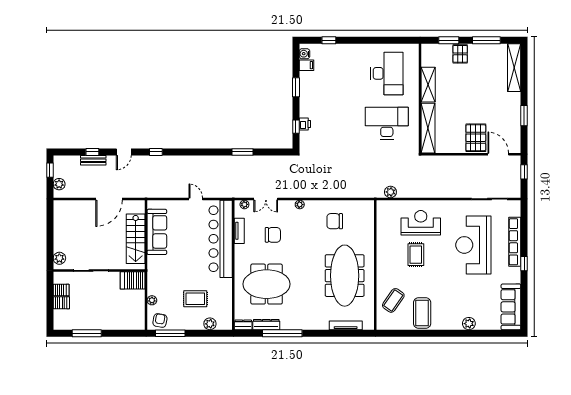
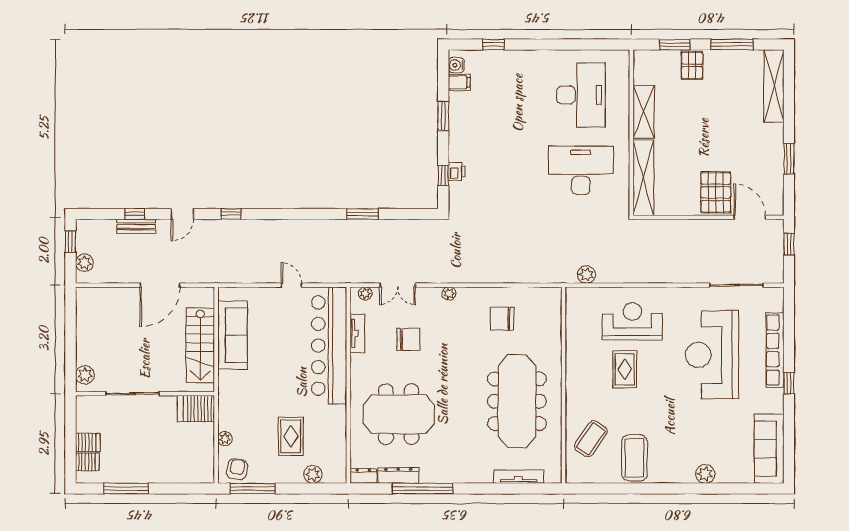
server rack: (61, 290) -> (87, 462), moved
rug: (195, 299) -> (291, 436), turned 90

